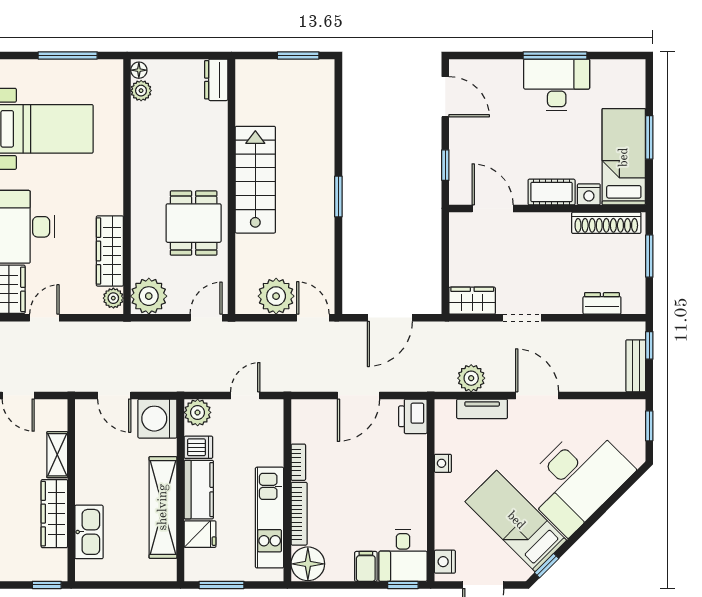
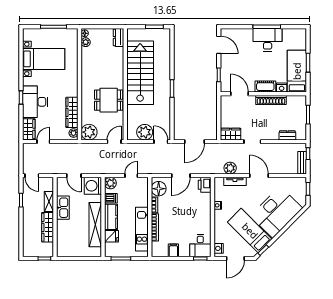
stairs: (255, 180) -> (140, 73), width x1.36, depth x1.51
dining table: (194, 223) -> (109, 100), turned 90
shoe rack: (606, 223) -> (271, 100), moved
kitchen sink: (89, 532) -> (63, 208), moved
floor lamp: (308, 564) -> (159, 189), moved
filing cabinet: (366, 566) -> (173, 250), moved

